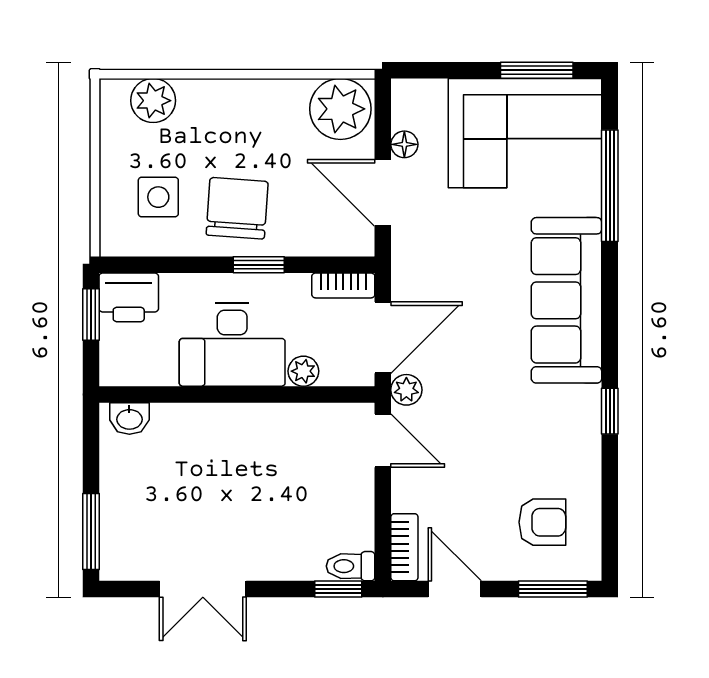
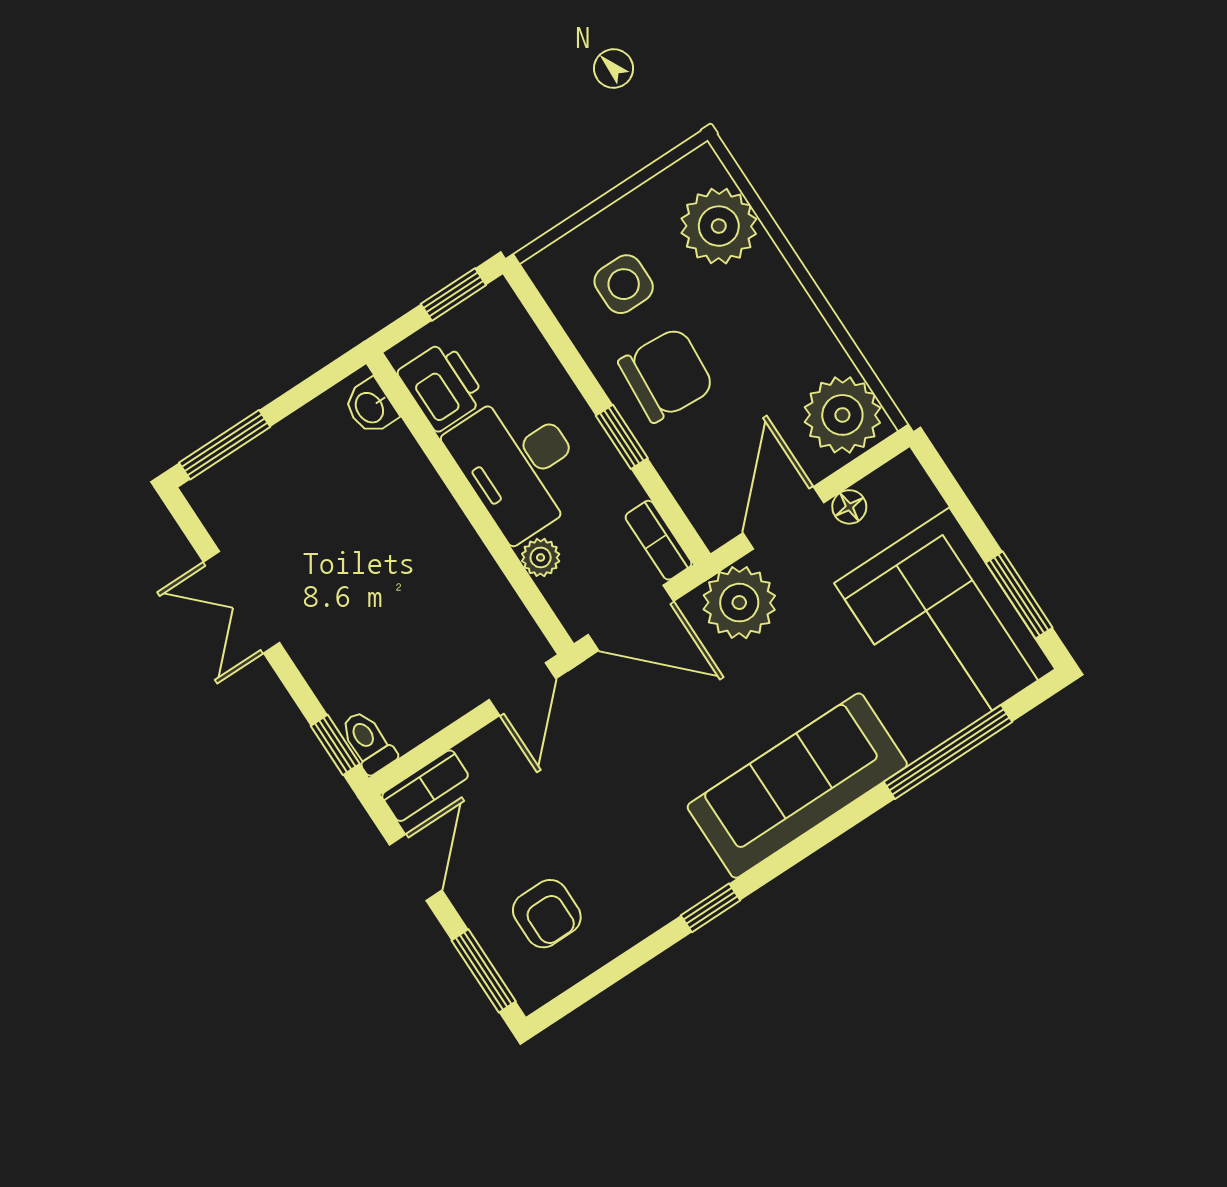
plant: (153, 101) -> (719, 226), width x1.36, depth x1.36
printer: (129, 297) -> (442, 386), moved, turned 180
plant: (406, 390) -> (739, 603), moved, width x1.87, depth x1.87

